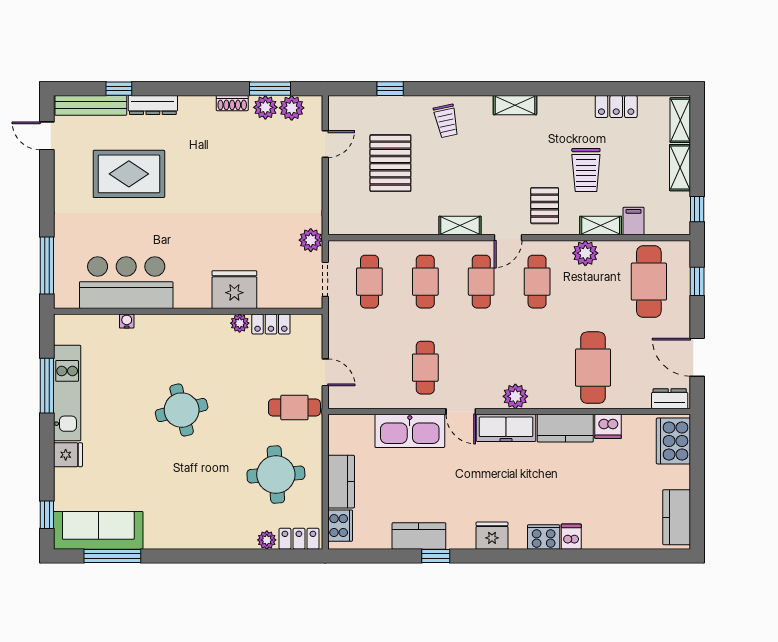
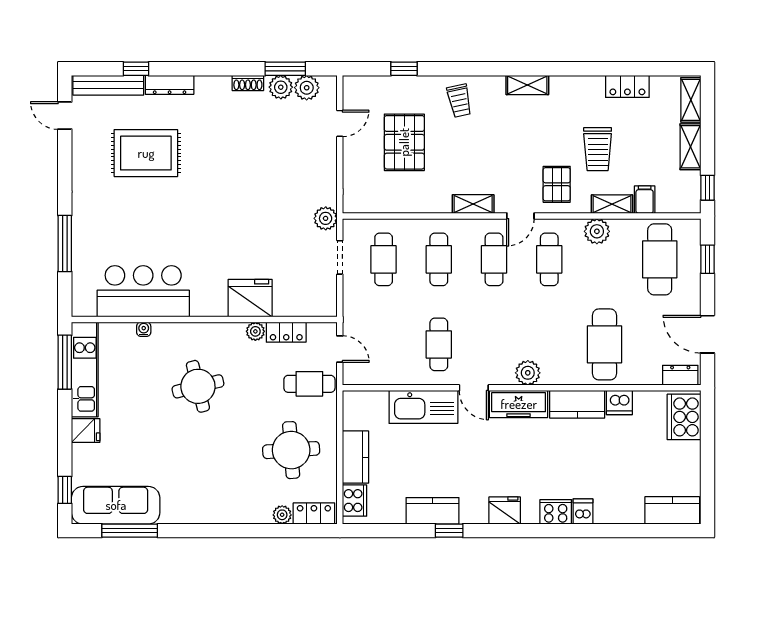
bar counter: (126, 283) -> (143, 291), moved
fridge: (234, 290) -> (250, 298), moved
wall: (188, 311) -> (204, 320), moved
water cooler: (127, 321) -> (144, 329), moved
plant: (240, 323) -> (255, 331), moved
locker: (271, 324) -> (286, 332), moved
kitchen counter: (677, 517) -> (672, 510), moved, turned 90

